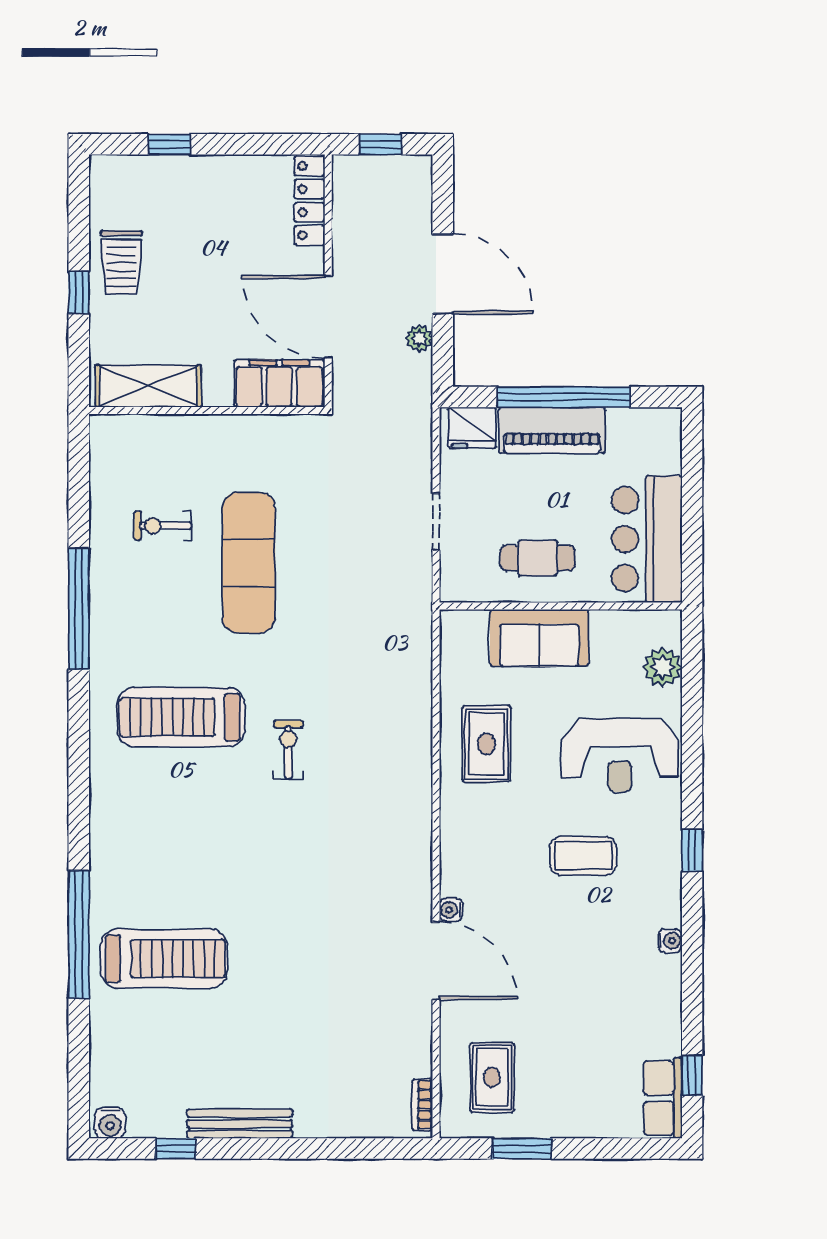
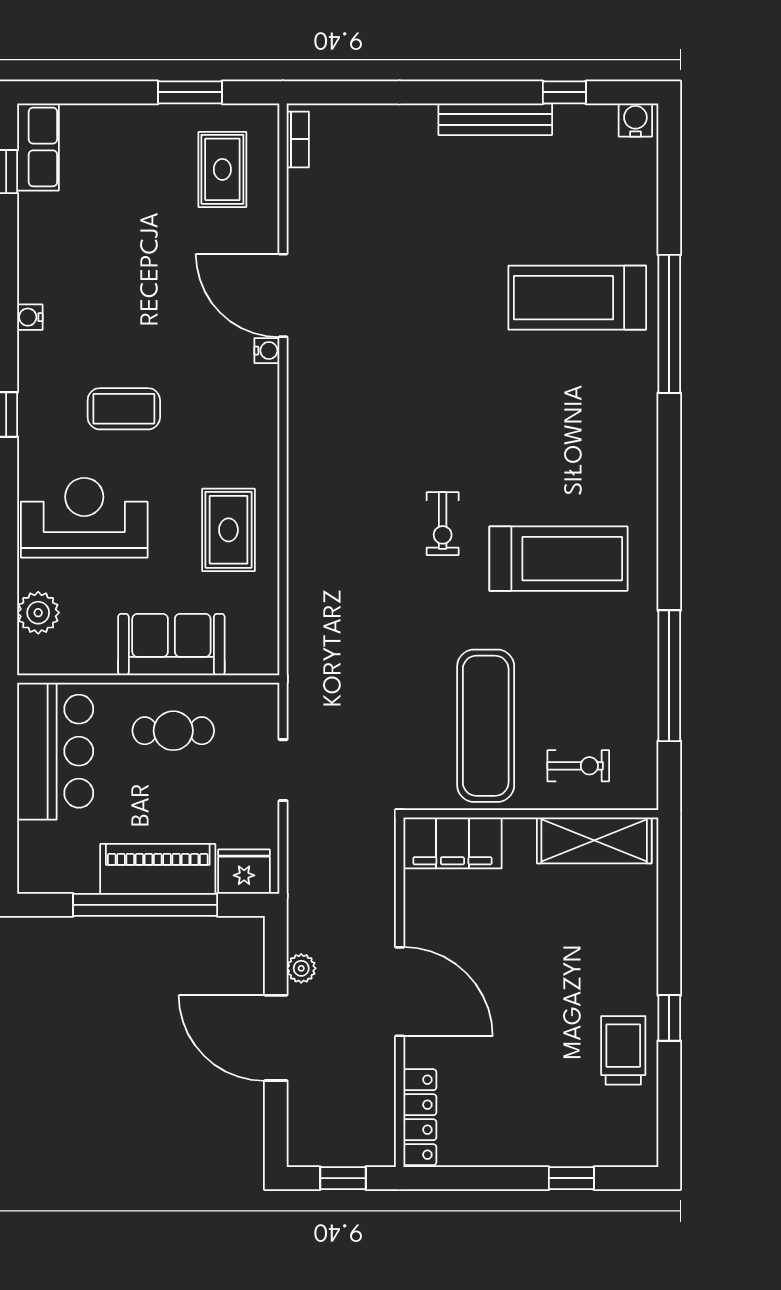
filing cabinet: (279, 384) -> (452, 843), moved
shelving: (148, 386) -> (594, 840), moved
wall: (207, 410) -> (531, 814), moved

